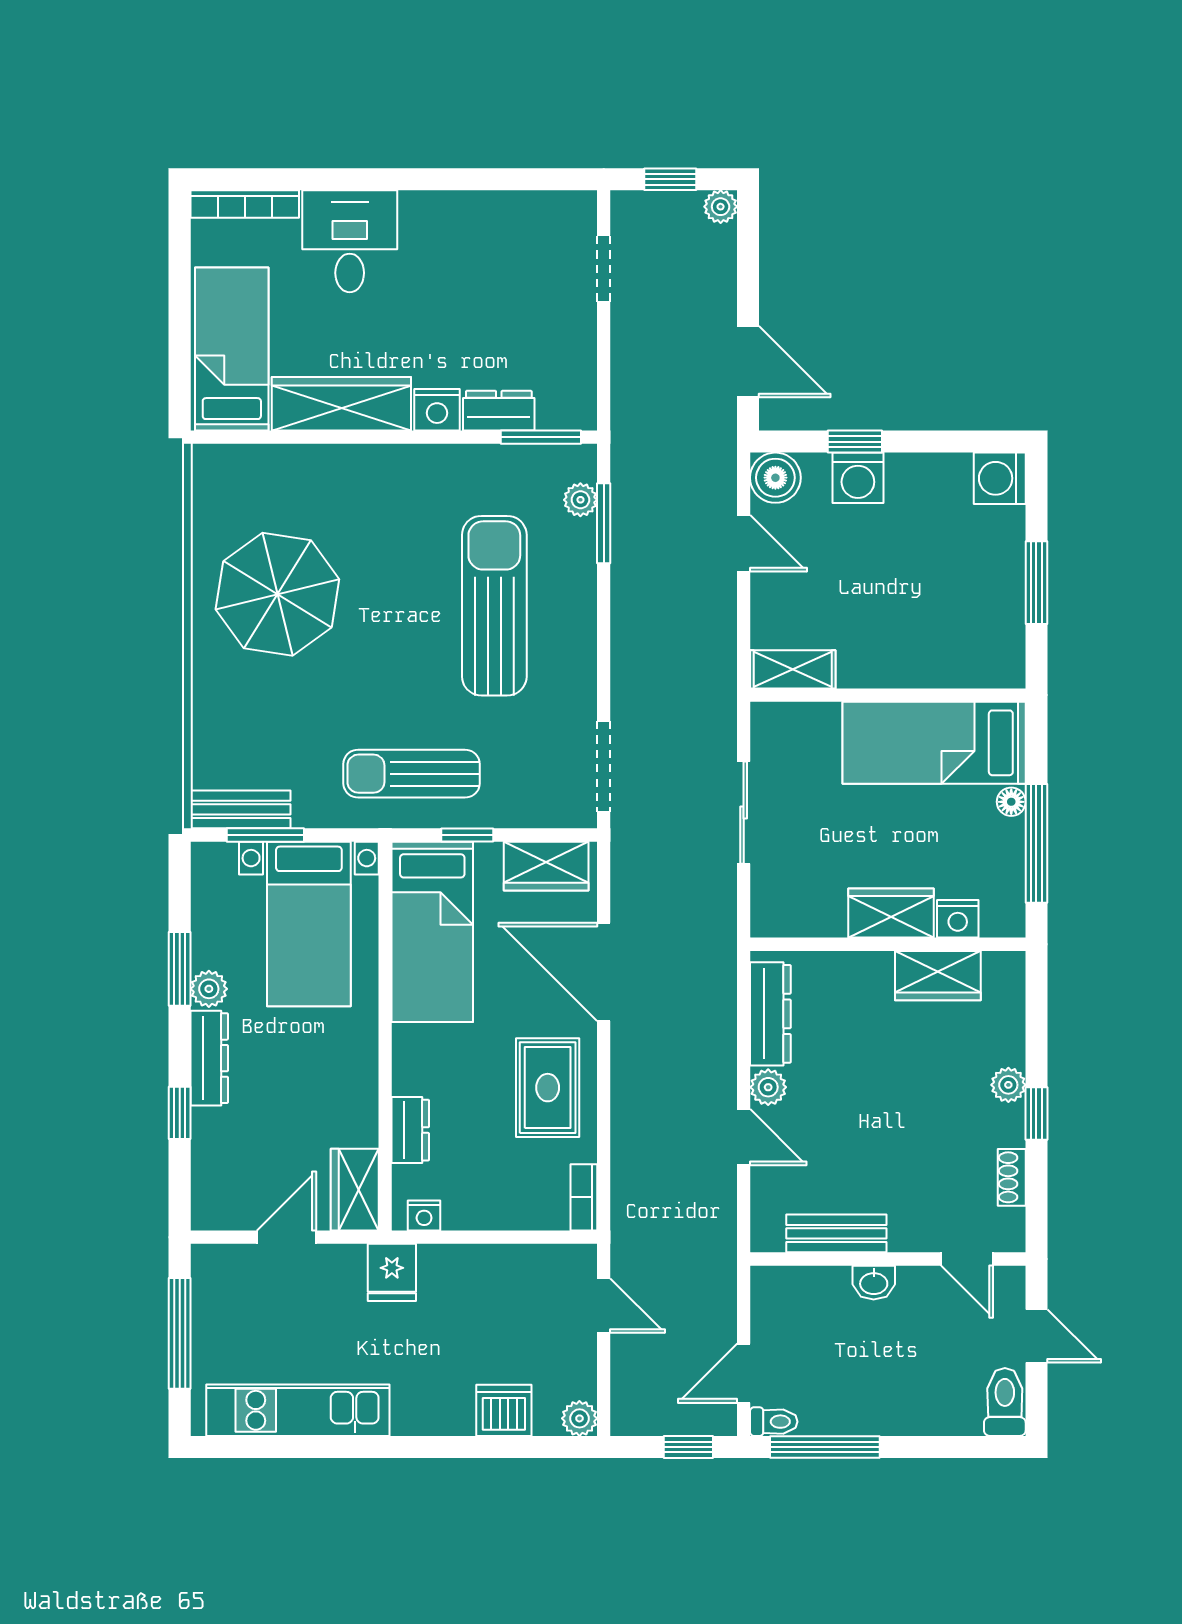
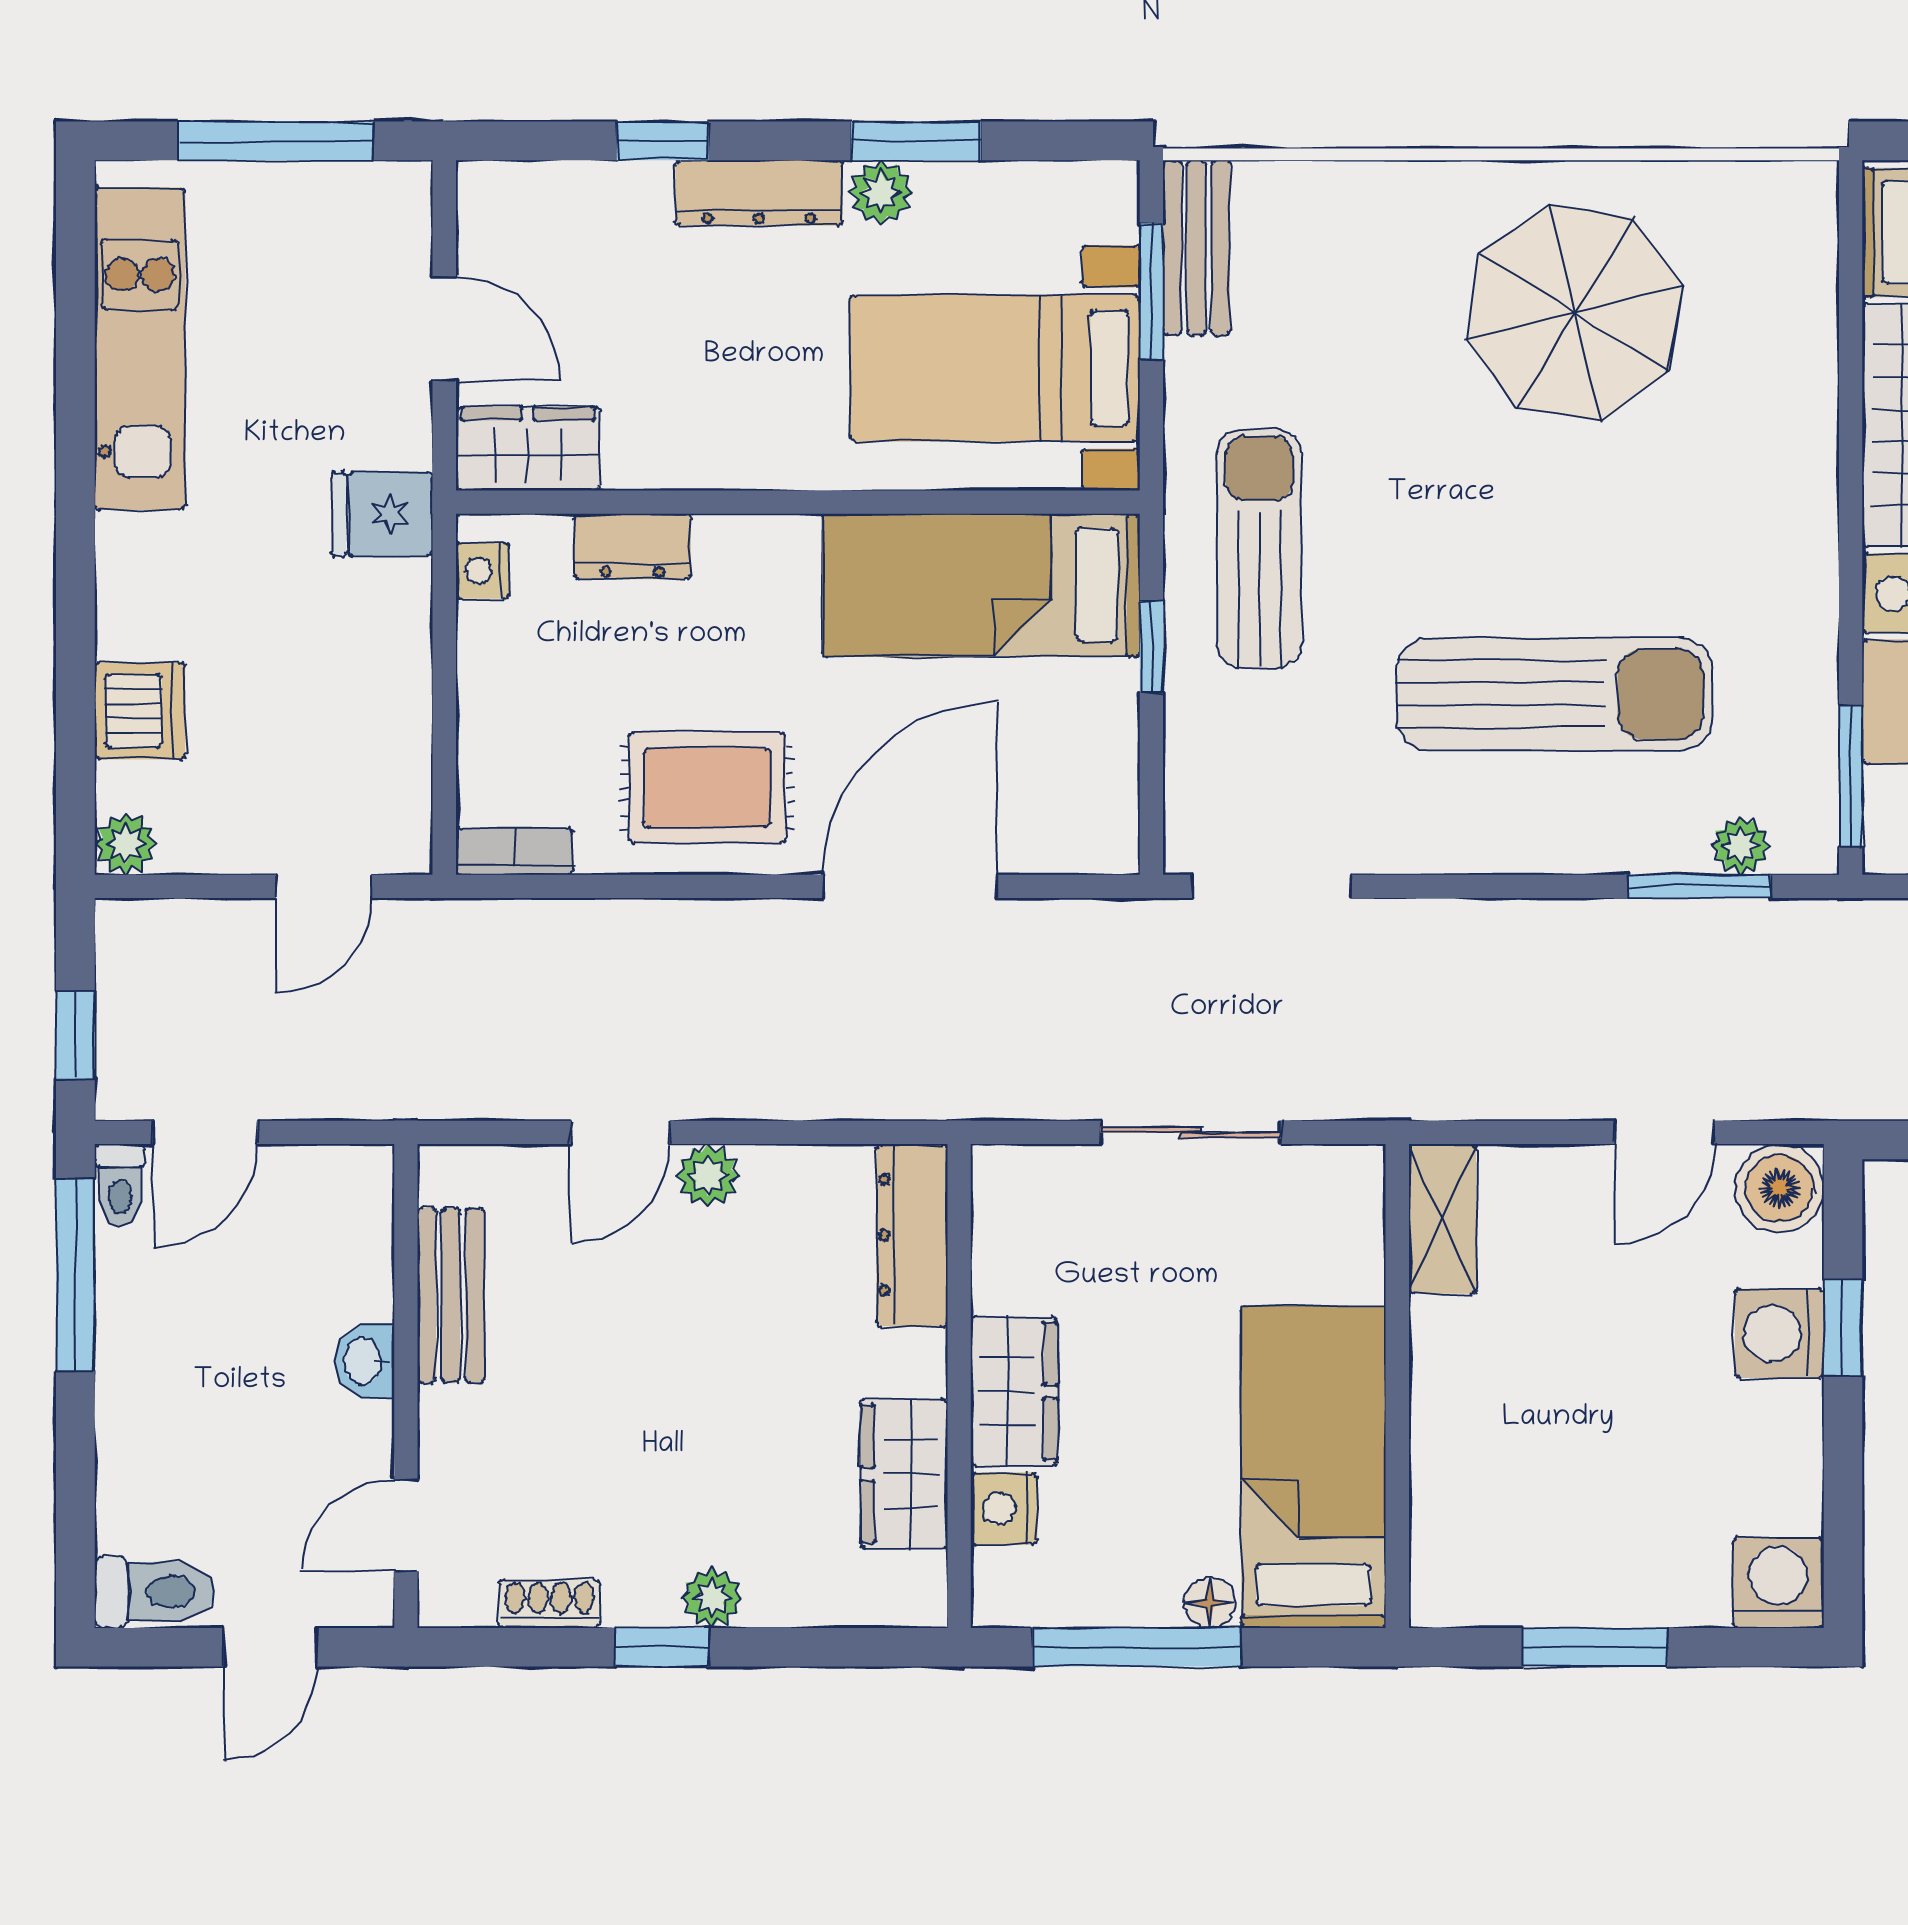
wardrobe: (546, 866) -> (1097, 785), removed
dresser: (770, 1014) -> (912, 1235), moved, turned 90
door: (744, 1373) -> (205, 1132), swing flipped

